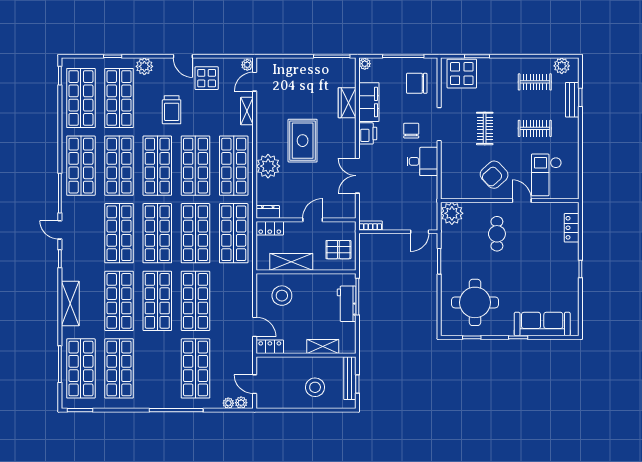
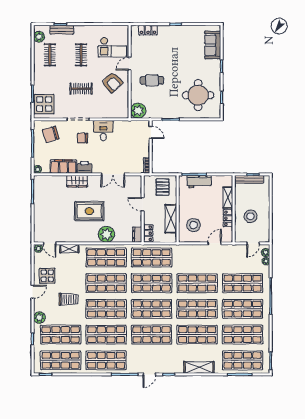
chair: (417, 83) -> (51, 134), turned 74
wardrobe: (347, 103) -> (77, 181), moved
sofa: (542, 324) -> (213, 45), width x0.73
locker: (270, 347) -> (228, 218), moved
shop shelf: (157, 368) -> (243, 309), added
stool: (315, 387) -> (250, 216), moved

